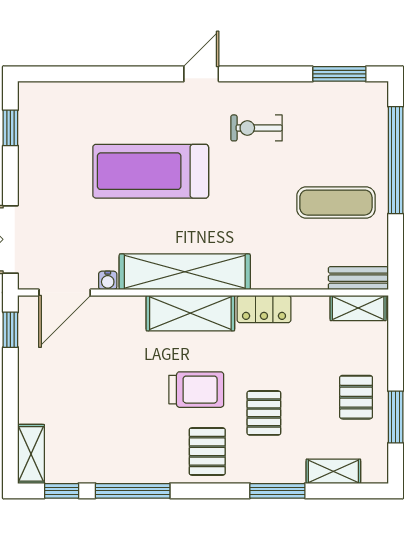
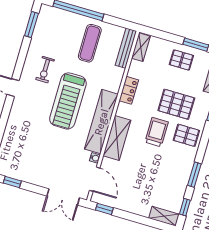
treadmill: (151, 171) -> (68, 101), moved
bench: (358, 278) -> (126, 48), width x1.36
shelving: (190, 313) -> (117, 138), moved
pallet: (264, 413) -> (176, 104), width x1.50, depth x1.42
window: (133, 491) -> (194, 175), width x0.69

